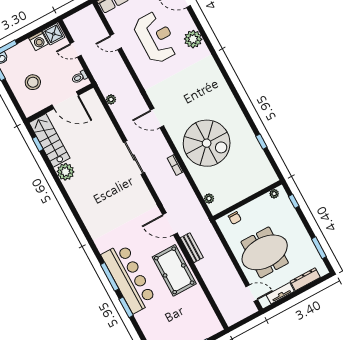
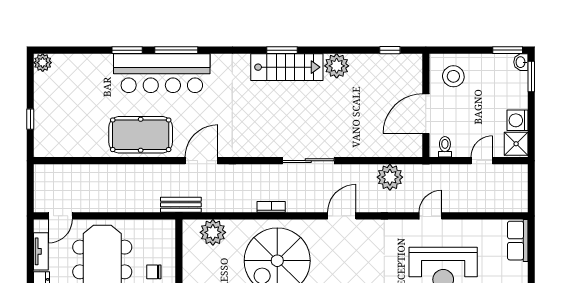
door: (116, 42) -> (430, 216), moved
stool: (33, 82) -> (453, 76), moved
plant: (111, 99) -> (390, 177), width x1.87, depth x1.87
stairs: (50, 140) -> (287, 67), moved
plant: (209, 199) -> (213, 232), width x1.88, depth x1.88
window: (74, 211) -> (282, 50), added
chair: (235, 218) -> (154, 272), moved
bench: (192, 248) -> (181, 205), moved

